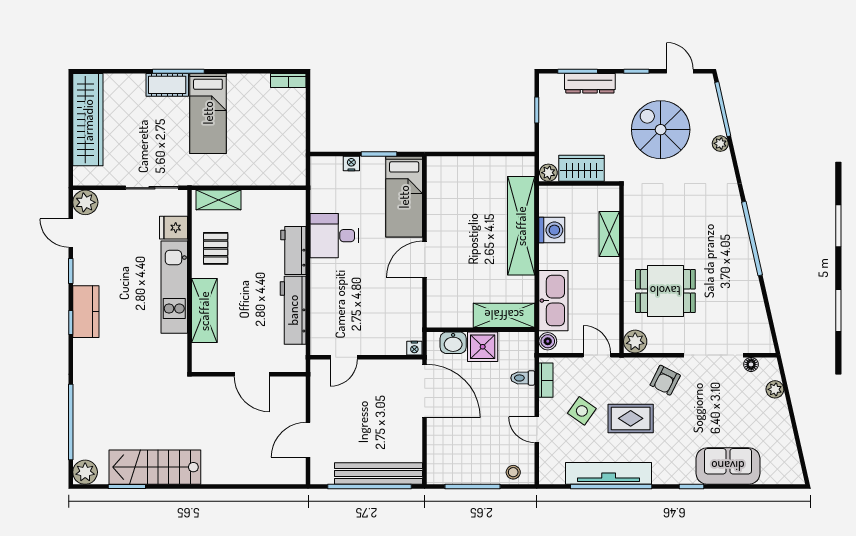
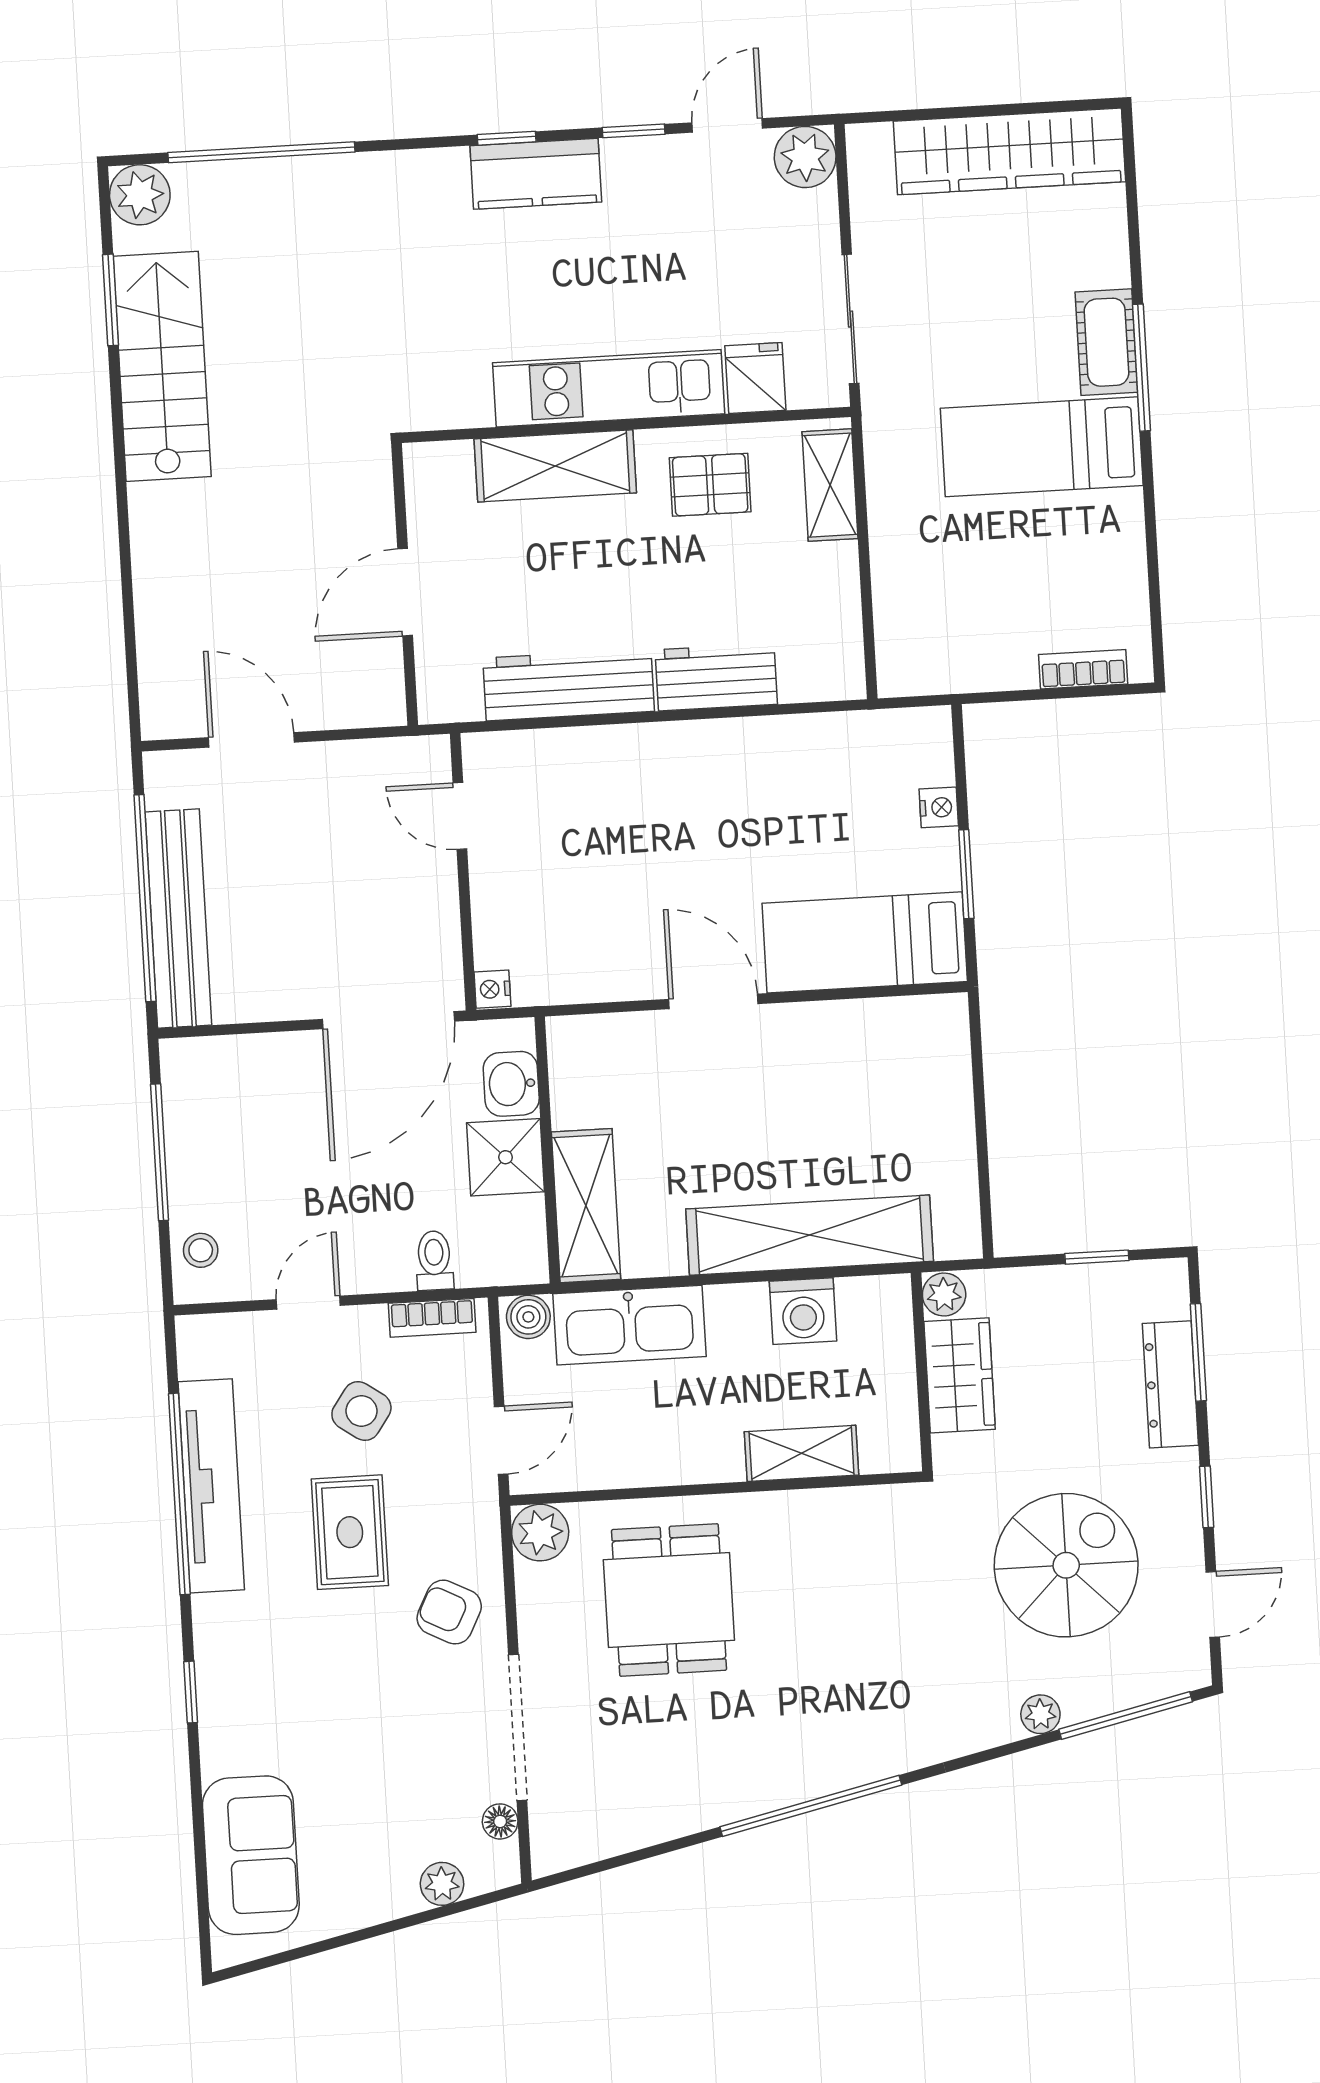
bookcase: (288, 80) -> (1083, 669), moved, turned 90
desk: (334, 236) -> (759, 775), removed
sofa: (728, 466) -> (251, 1855), moved

